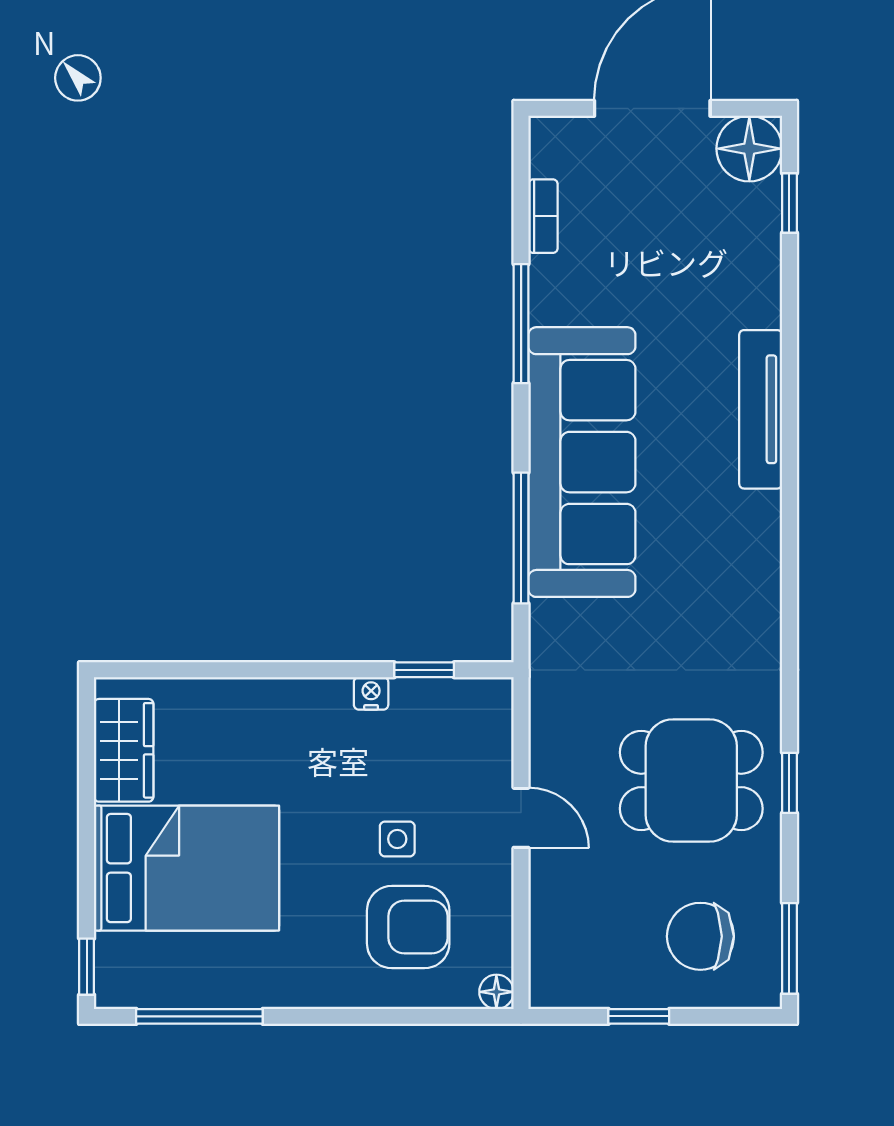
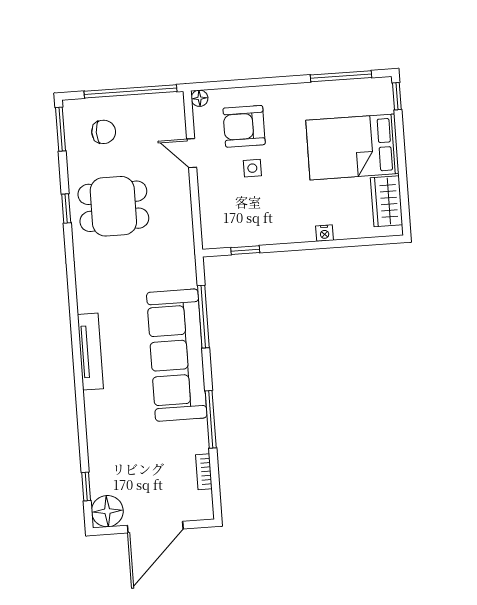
tv unit: (761, 409) -> (90, 352), moved
nightstand: (371, 693) -> (324, 233), moved
door: (521, 818) -> (192, 153), moved
chair: (700, 936) -> (104, 132), width x0.73, depth x0.73
window: (639, 1016) -> (130, 91), width x3.17

